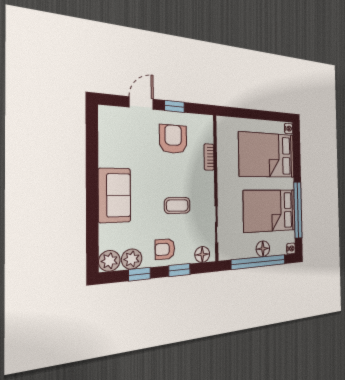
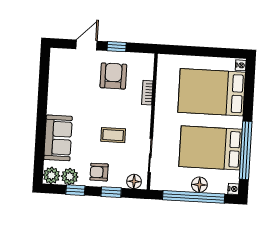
sofa: (115, 195) -> (58, 138), moved

